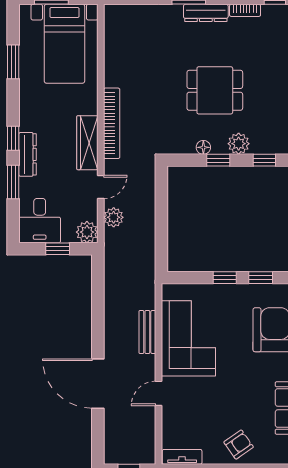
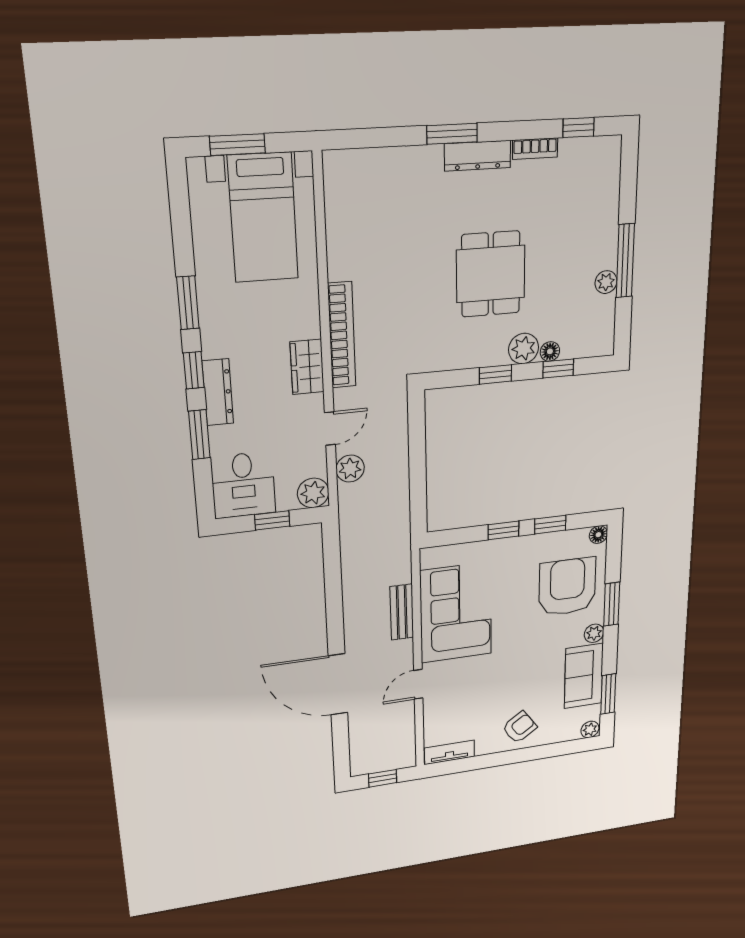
window: (13, 62) -> (188, 303), moved
dining table: (215, 90) -> (491, 274), turned 90
wardrobe: (87, 143) -> (307, 367), width x0.67
floor lamp: (203, 147) -> (550, 351), moved

